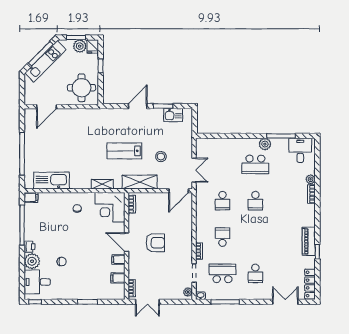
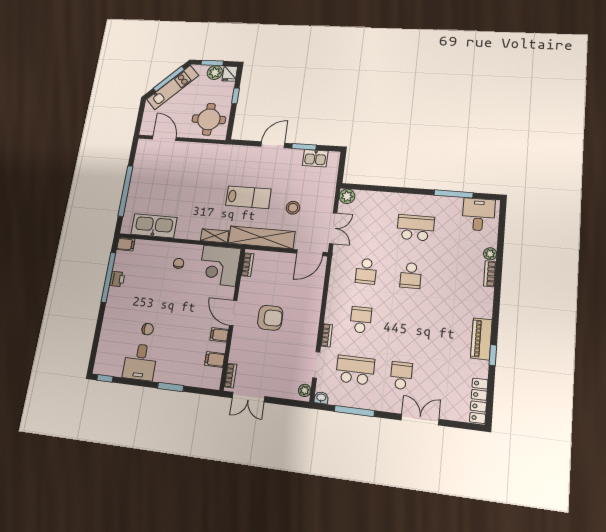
door: (47, 107) -> (164, 138), swing flipped
plant: (265, 144) -> (347, 196), moved
lab bench: (124, 151) -> (248, 197), turned 180
school desk: (255, 164) -> (415, 228), turned 180
shelving: (140, 182) -> (261, 237), width x1.47
printer: (30, 247) -> (117, 279), moved
plant: (32, 261) -> (111, 325), removed
school desk: (255, 273) -> (401, 376), turned 180
desk: (37, 282) -> (140, 362), moved, turned -90
double door: (285, 302) -> (420, 420), moved

